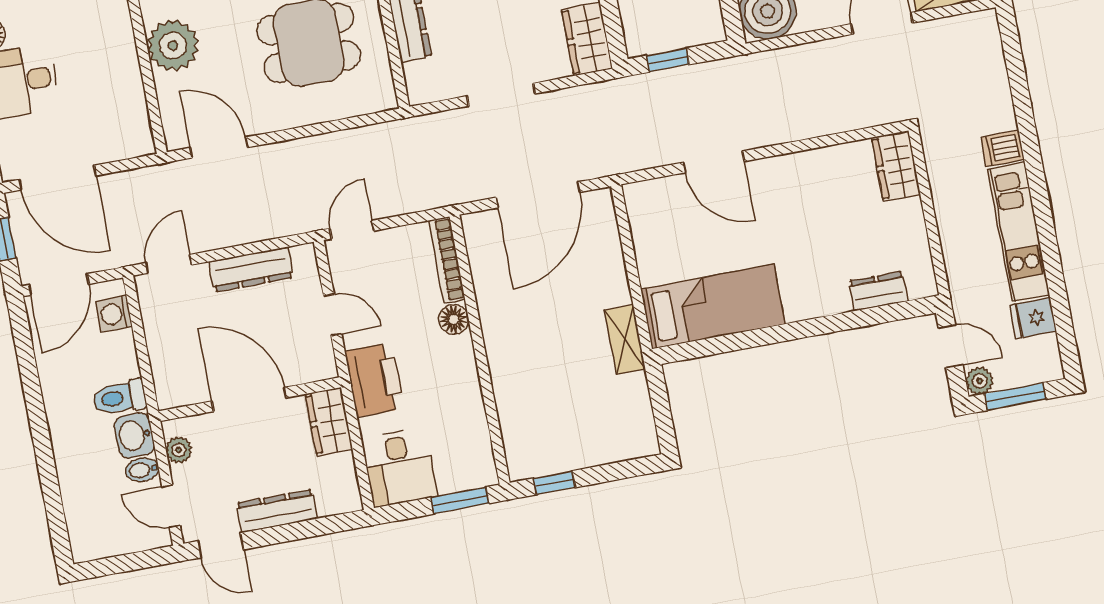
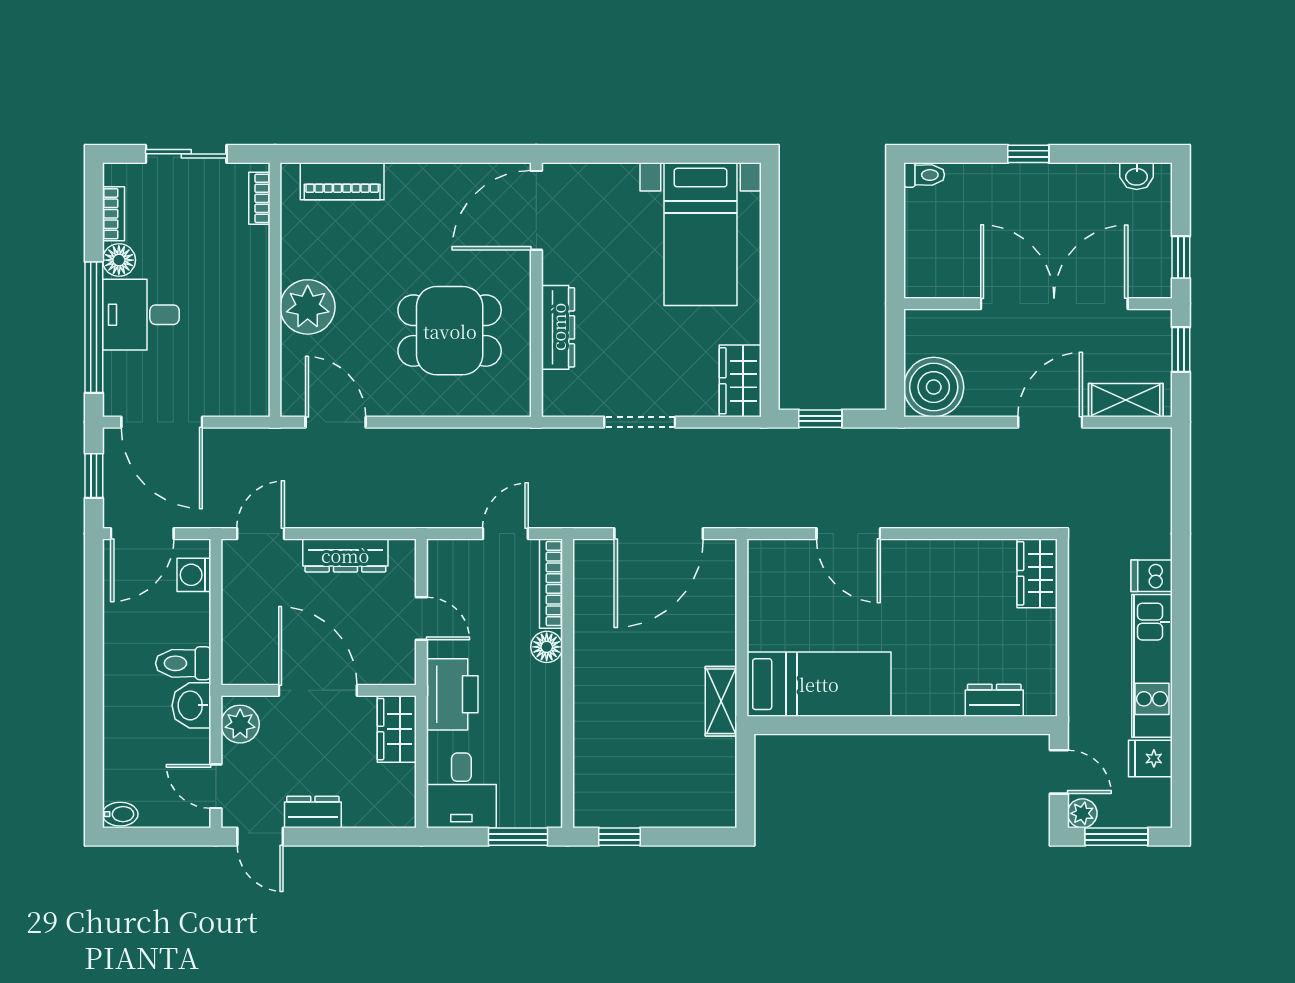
door: (352, 230) -> (505, 534), moved
plant: (179, 450) -> (240, 724), width x1.38, depth x1.38
bidet: (142, 470) -> (120, 814), moved, turned 180
dresser: (277, 511) -> (313, 812), width x0.70

